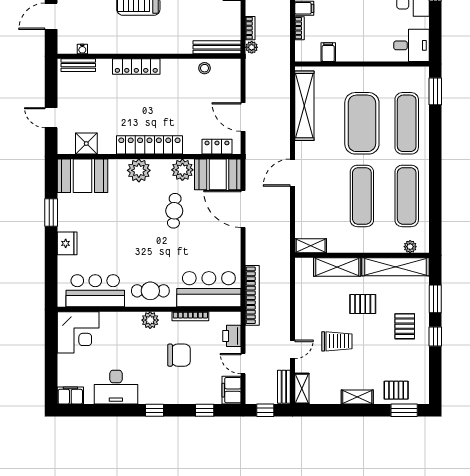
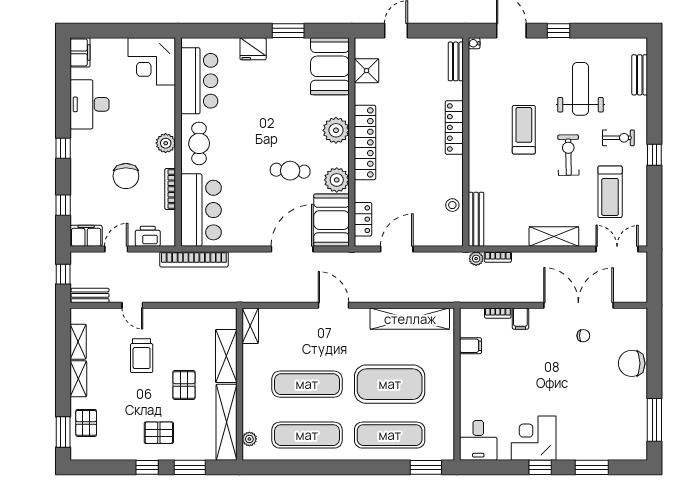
water cooler: (82, 49) -> (474, 43), moved
shelving: (302, 389) -> (78, 342), moved, turned 90

